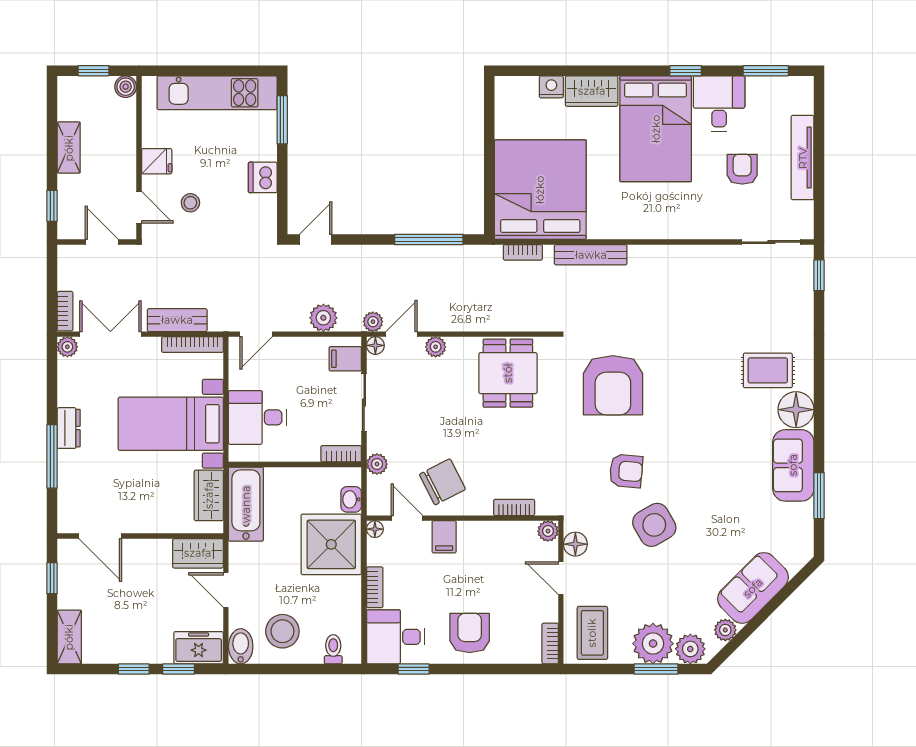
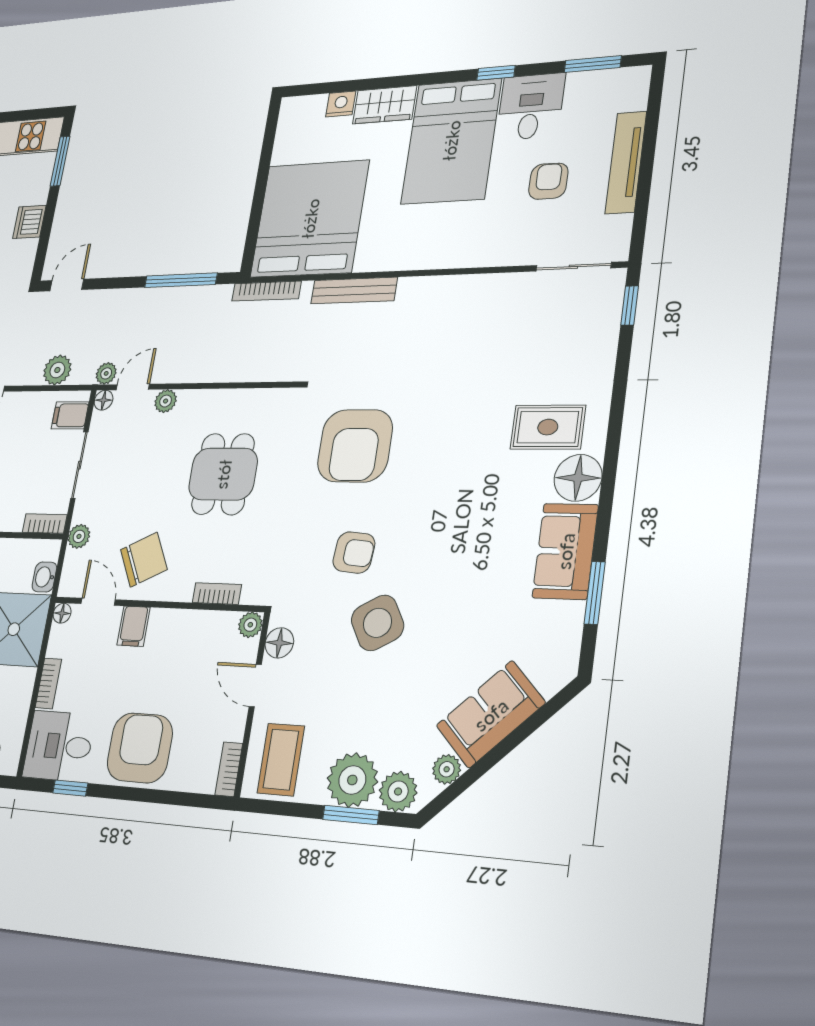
bookcase: (523, 252) -> (266, 291), width x1.56
dining table: (508, 373) -> (223, 474), moved
armchair: (470, 633) -> (140, 748), width x1.36, depth x1.36

